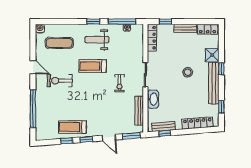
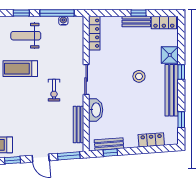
window: (165, 22) -> (139, 13), moved
locker: (198, 123) -> (151, 140), width x0.66

